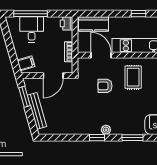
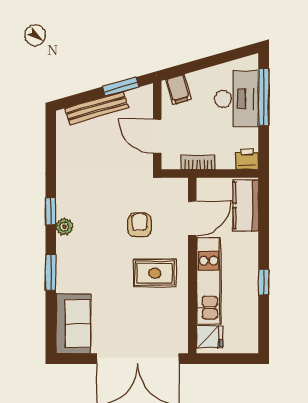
desk: (32, 29) -> (237, 99), width x1.37

